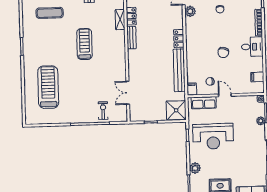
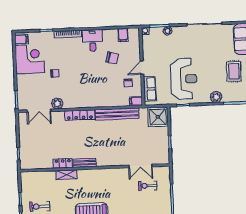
locker: (179, 39) -> (80, 115), width x1.53
chair: (223, 52) -> (112, 58), moved
exercise bike: (103, 111) -> (148, 186), moved

